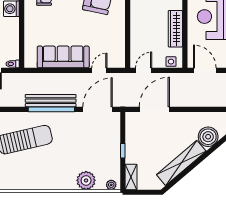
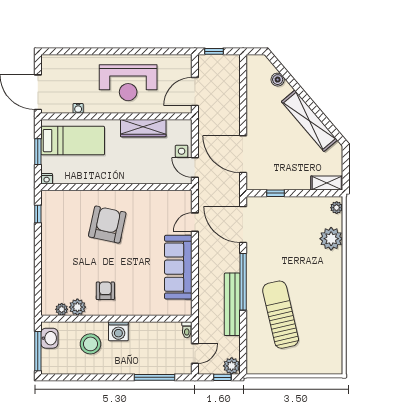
side table: (171, 62) -> (182, 151), moved
door: (99, 70) -> (195, 222), hinge flipped
bench: (51, 101) -> (232, 304), moved
boiler: (208, 137) -> (278, 80), width x0.54, depth x0.54
window: (123, 151) -> (276, 193), moved

